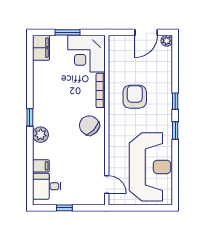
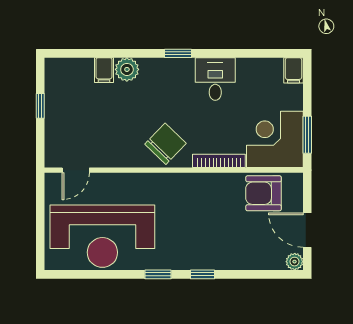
window: (67, 32) -> (307, 135), moved
filing cabinet: (41, 48) -> (293, 70), width x0.50
armchair: (135, 97) -> (264, 193), moved, turned 180
plant: (41, 135) -> (127, 69), moved
desk: (47, 186) -> (215, 79), moved

